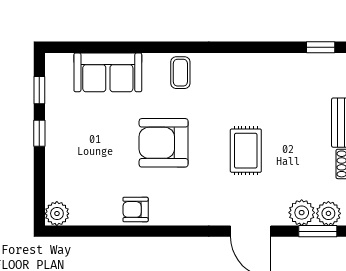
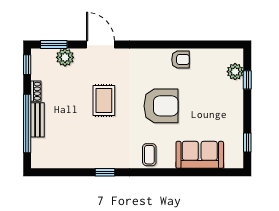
window: (321, 47) -> (105, 172), moved
window: (39, 133) -> (247, 80), moved
plant: (328, 213) -> (46, 57), removed
plant: (57, 214) -> (235, 72), moved

